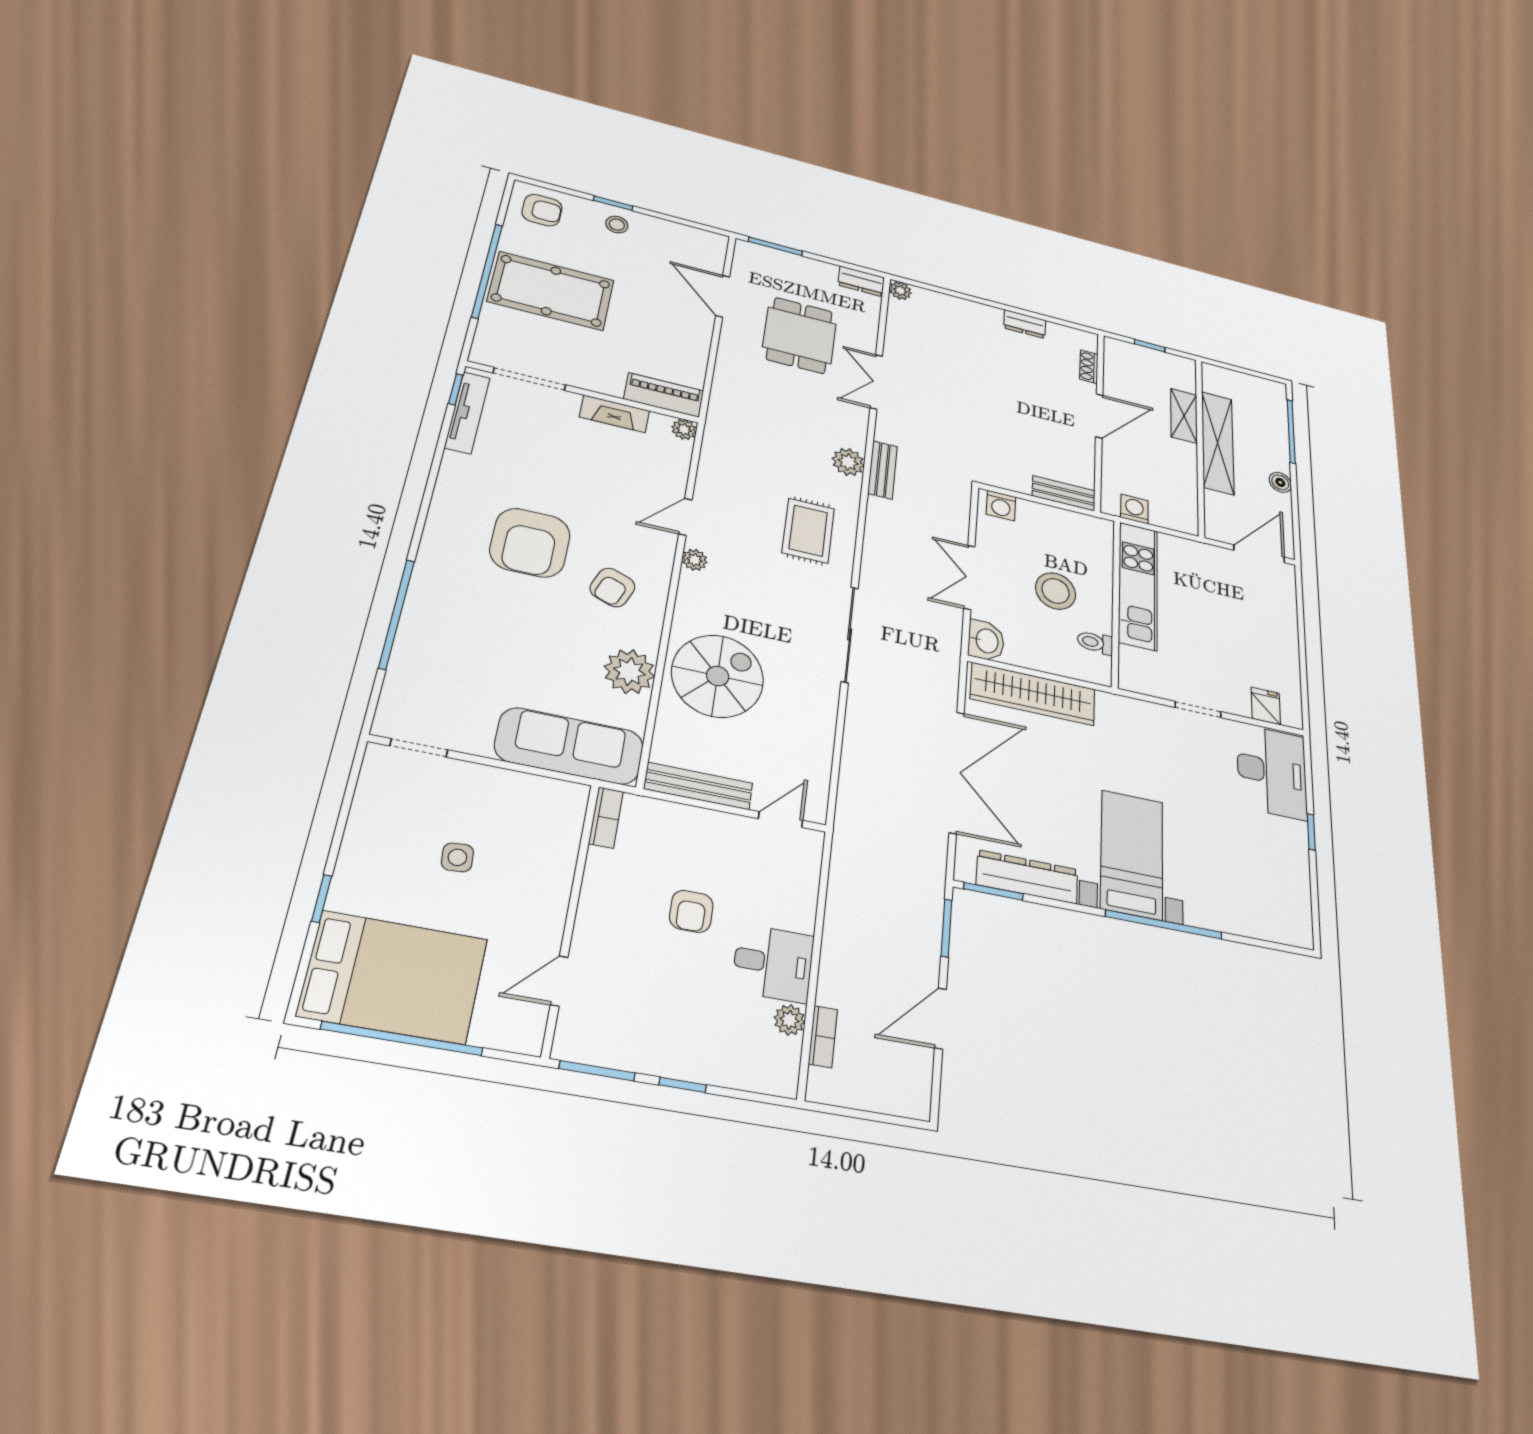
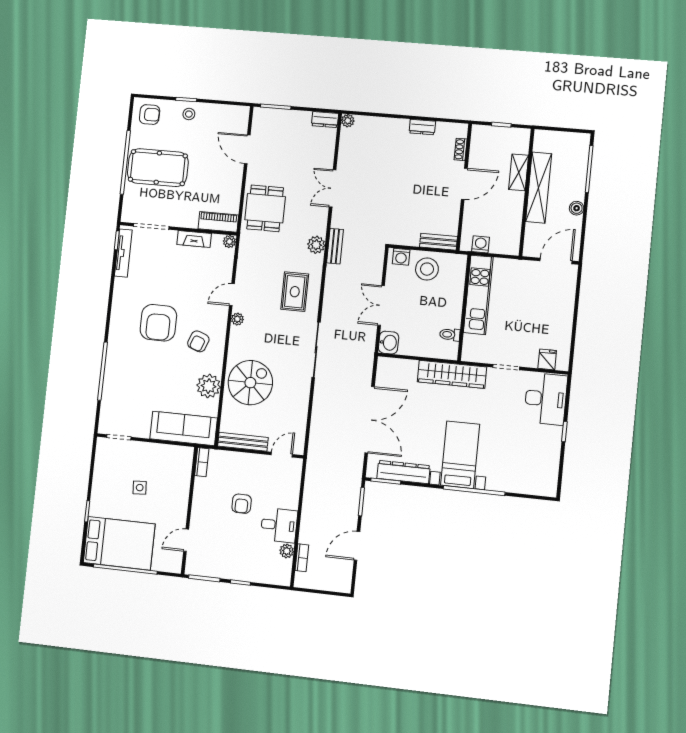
dining table: (799, 335) -> (265, 208), moved
stool: (1056, 591) -> (427, 269), moved
wardrobe: (1033, 694) -> (452, 374), moved

